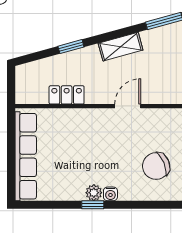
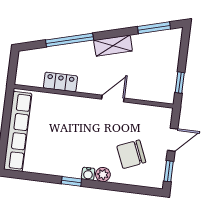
window: (71, 47) -> (70, 40), width x2.17
plant: (94, 193) -> (103, 175), moved

